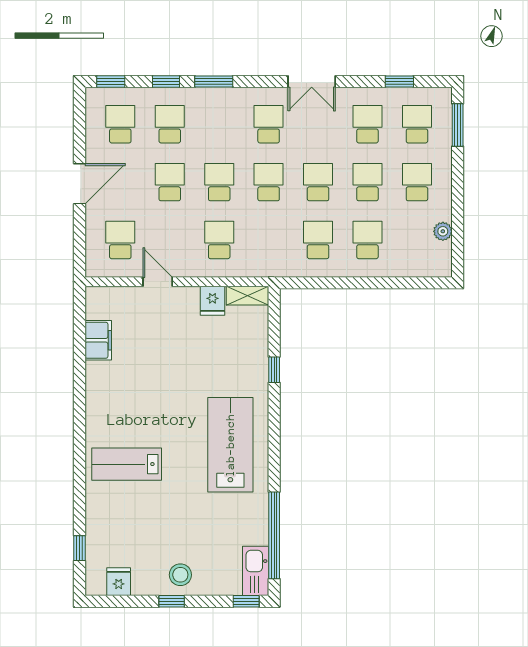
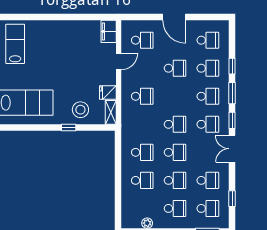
window: (111, 82) -> (232, 120), moved
school desk: (219, 182) -> (208, 96), moved
filing cabinet: (98, 340) -> (109, 31), moved, turned 90
stool: (243, 349) -> (80, 110), added

